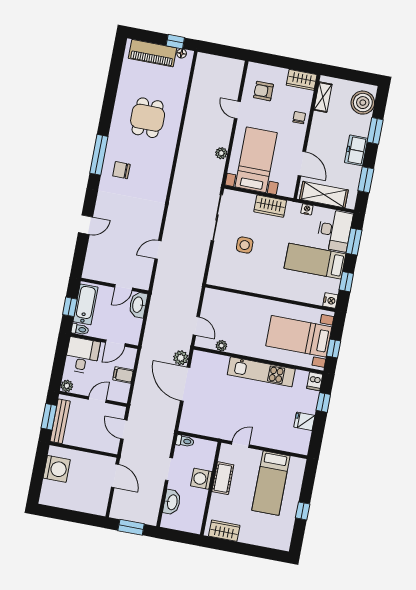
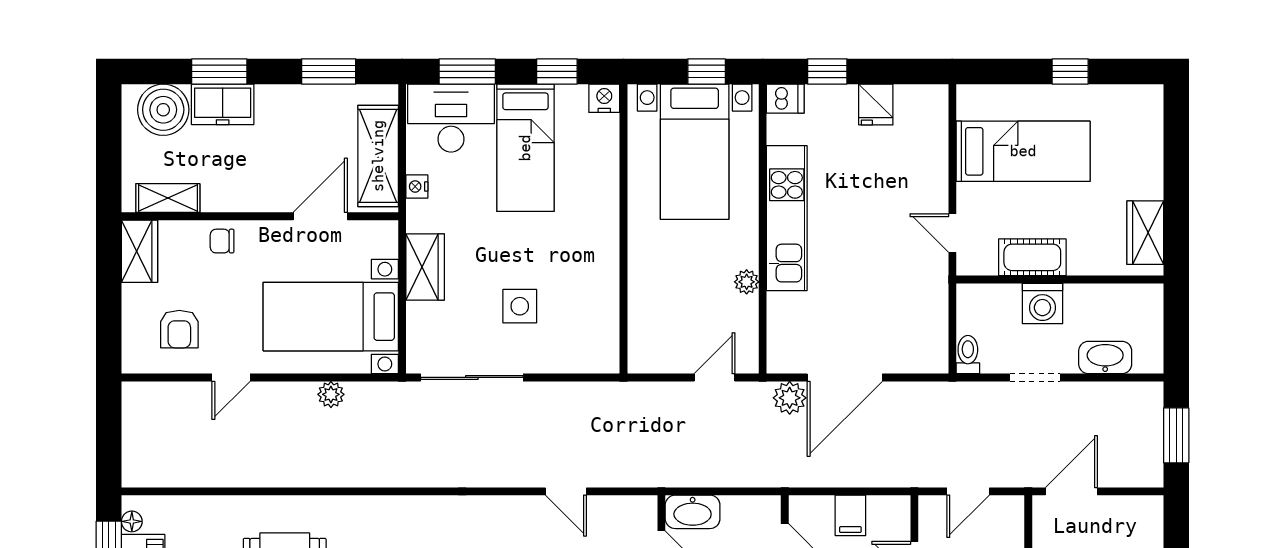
freezer: (356, 150) -> (223, 104), moved
plant: (221, 346) -> (747, 282), moved

